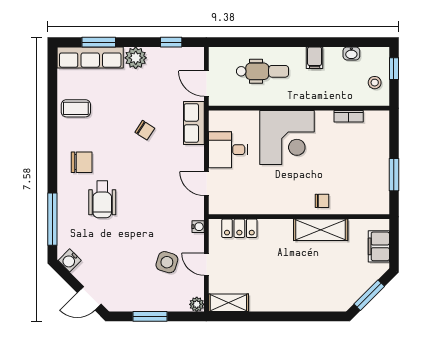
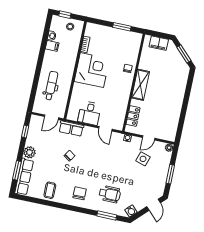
filing cabinet: (315, 58) -> (52, 46), moved
corner desk: (287, 138) -> (92, 70), moved
door: (206, 184) -> (105, 129), hinge flipped
wheelchair: (102, 199) -> (110, 194), moved
window: (52, 219) -> (107, 216), width x0.69
shelving: (321, 230) -> (141, 85), moved
shelving: (228, 303) -> (172, 130), removed

